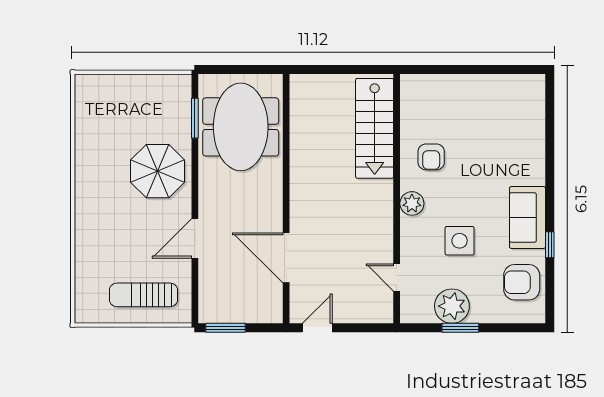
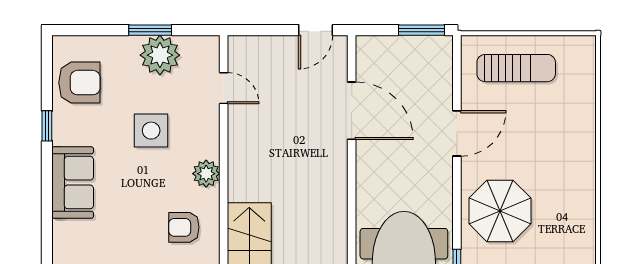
armchair: (431, 157) -> (184, 227), turned -90
sofa: (528, 217) -> (73, 183), moved

